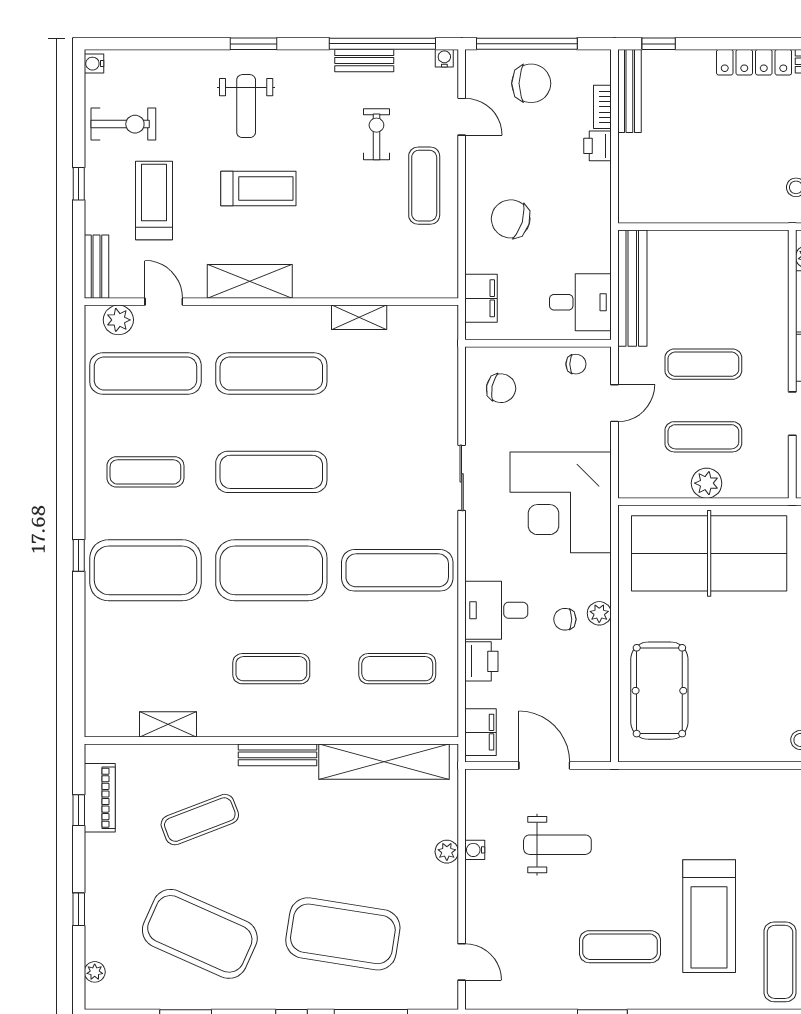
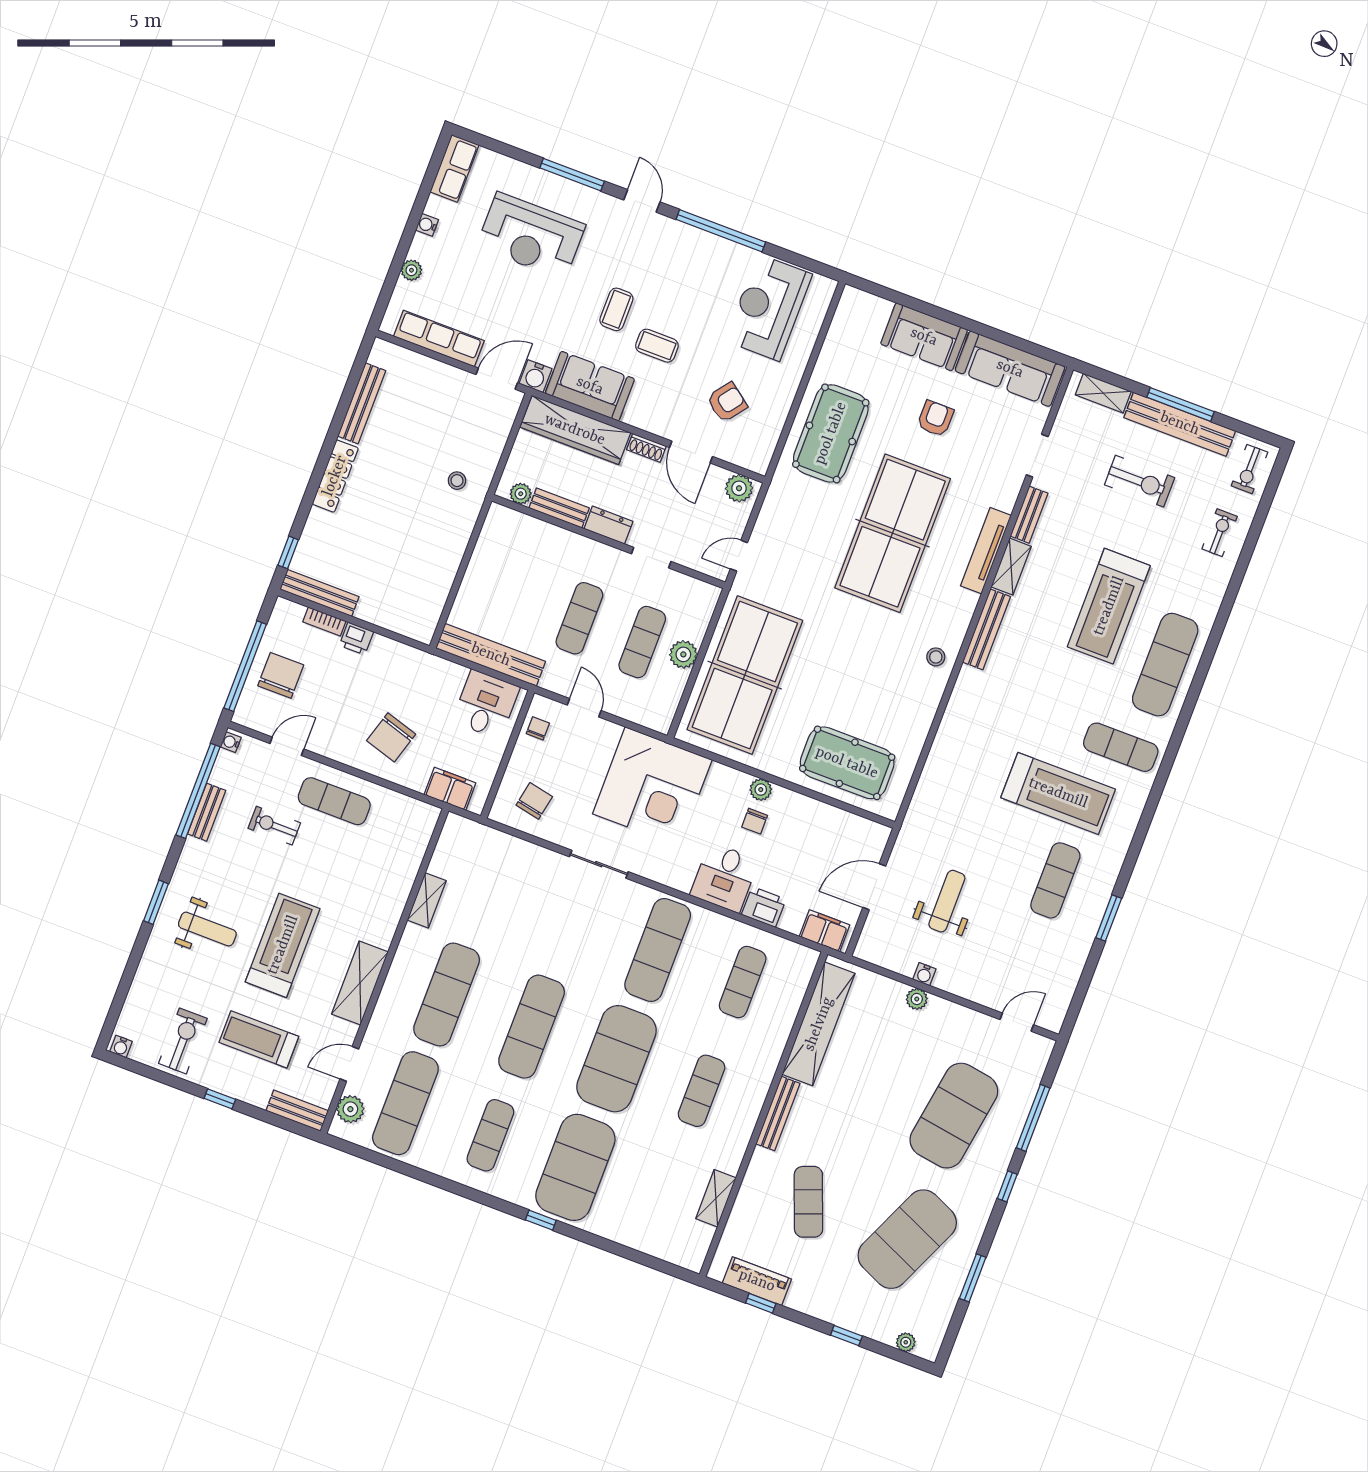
treadmill: (258, 189) -> (283, 945), width x1.37, depth x1.38

